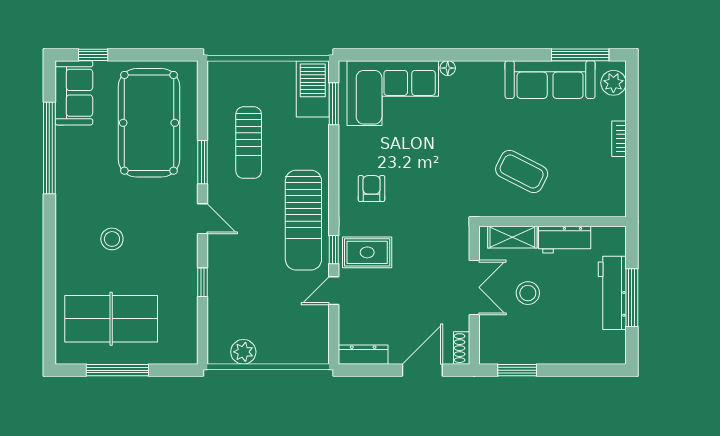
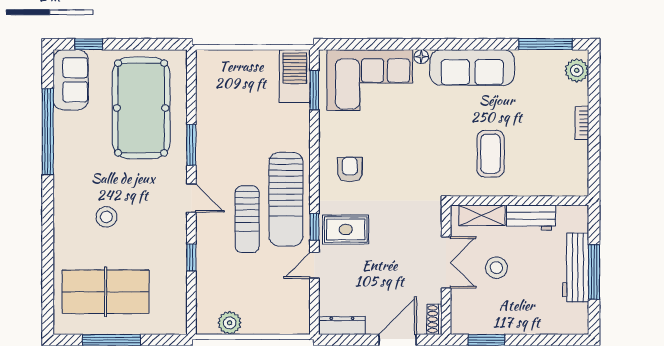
sofa: (550, 80) -> (472, 67), moved
sun lounger: (249, 143) -> (247, 219), moved
coffee table: (522, 172) -> (491, 154), turned 63

